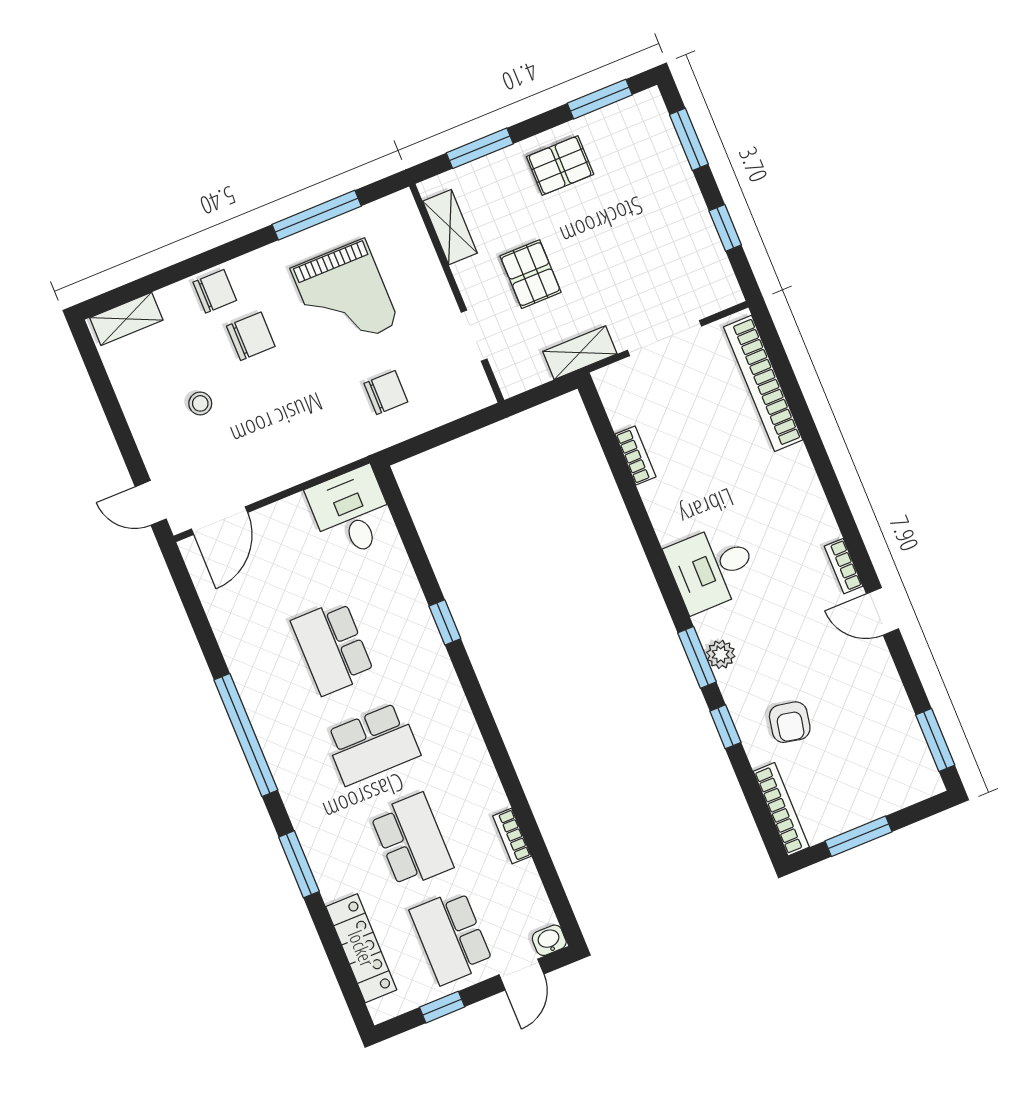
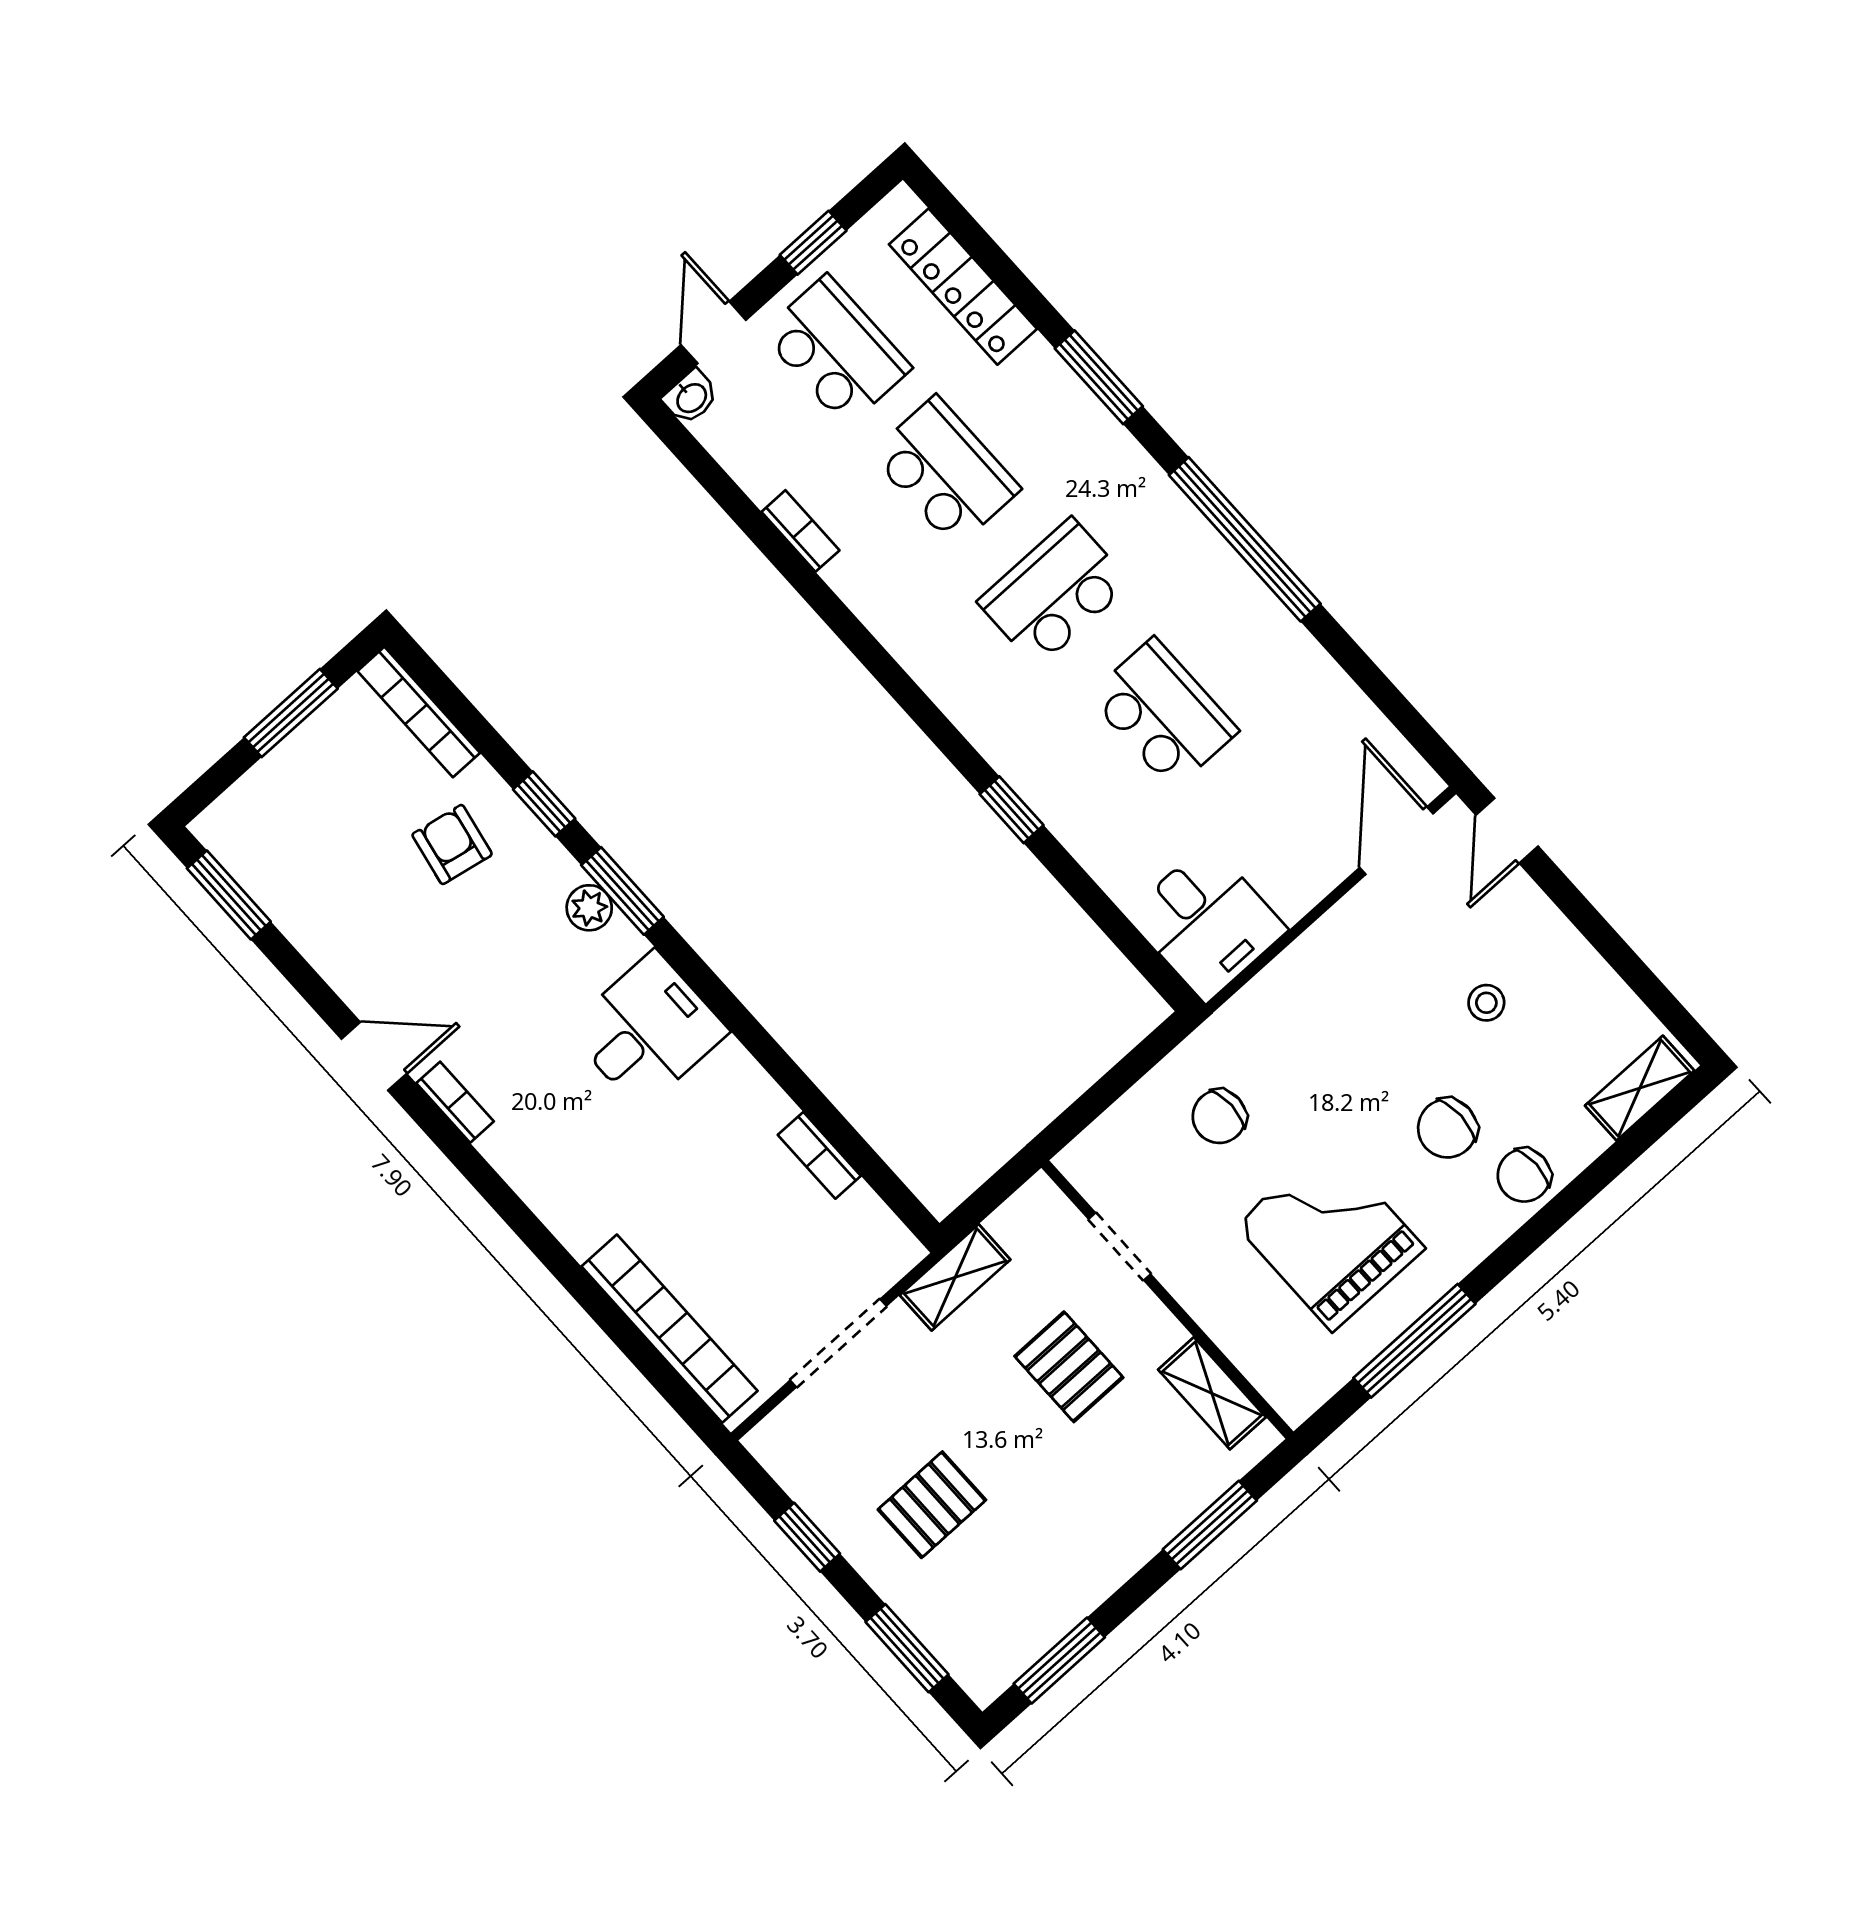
pallet: (560, 165) -> (932, 1505), moved
door: (151, 503) -> (1507, 831), swing flipped
school desk: (412, 841) -> (945, 472), turned 180

